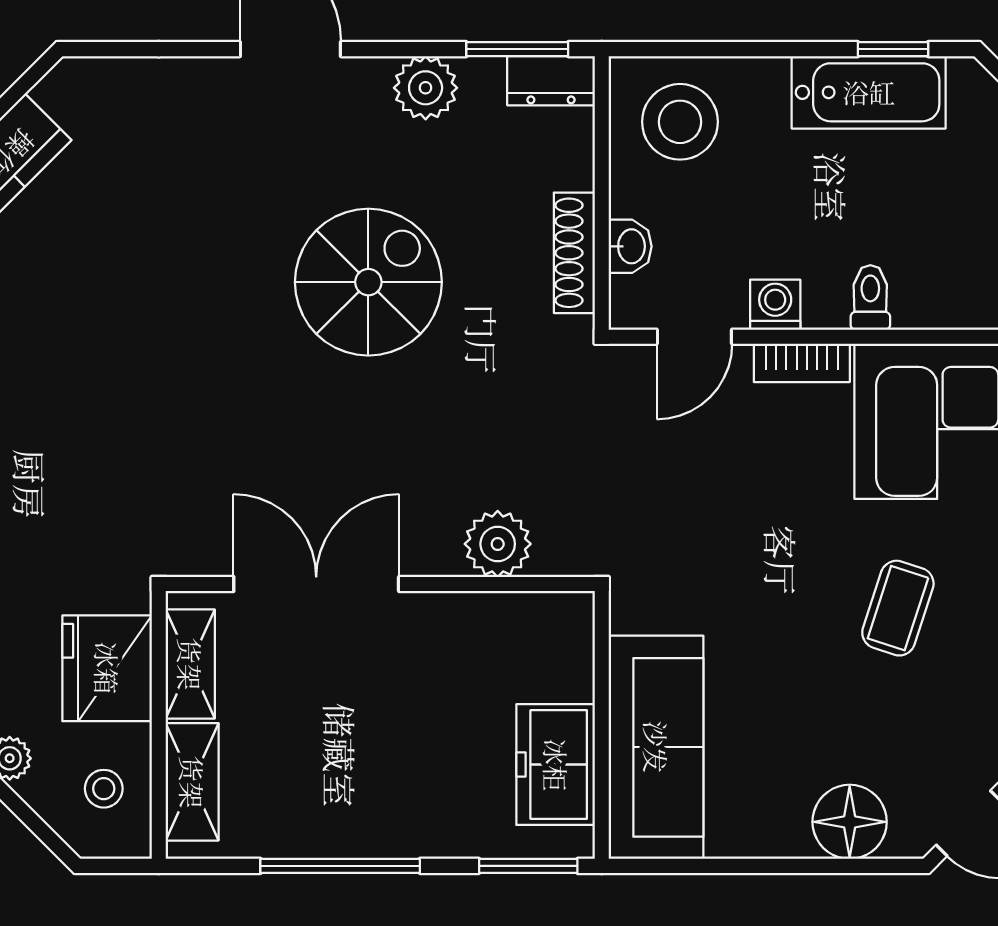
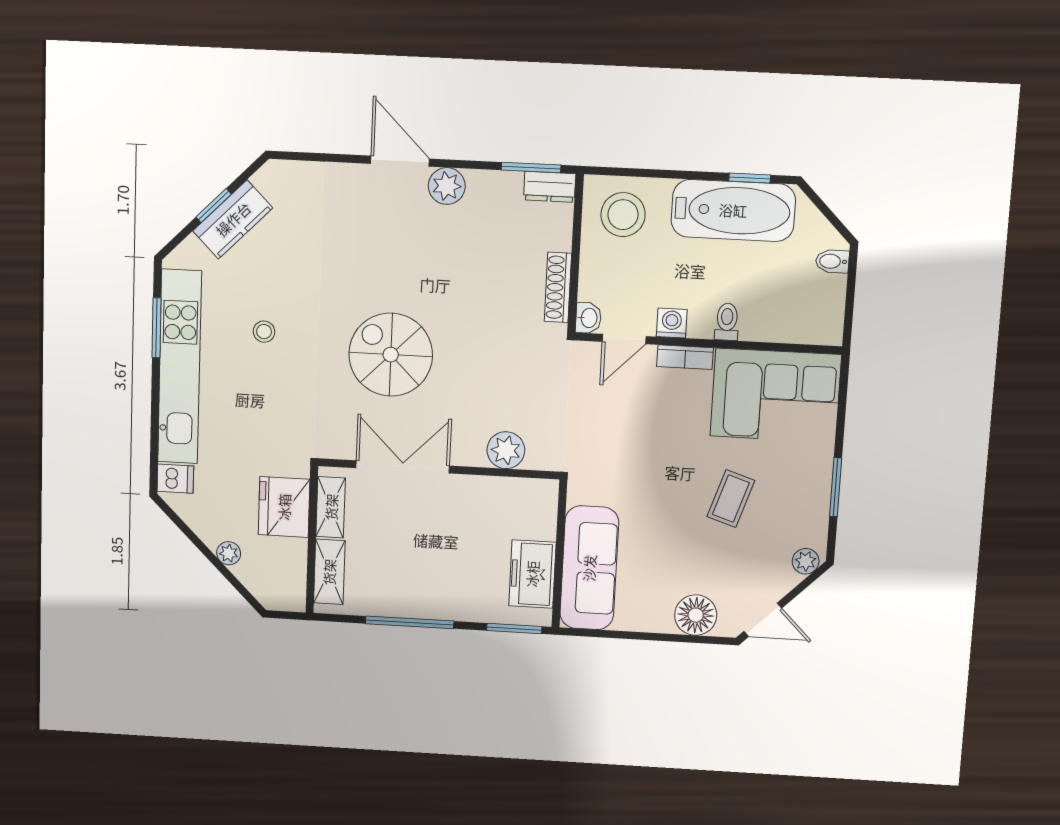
plant: (426, 88) -> (447, 186), moved
bathtub: (869, 92) -> (733, 210), width x1.36, depth x1.36
washbasin: (630, 246) -> (588, 318), moved
spiral stairs: (368, 282) -> (391, 355), moved, turned -90
stool: (104, 789) -> (264, 332), moved

